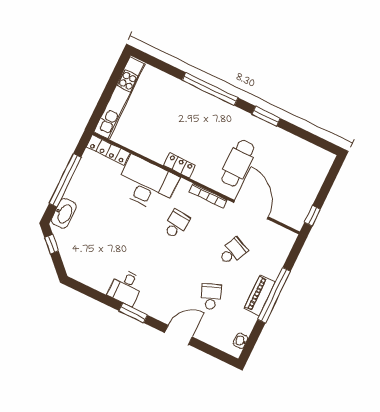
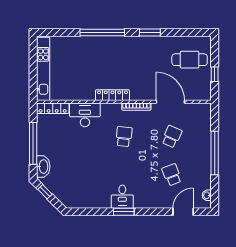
cafe table: (238, 163) -> (190, 60), moved, turned 90
locker: (180, 165) -> (112, 95), width x1.53
desk: (147, 184) -> (85, 115), width x0.73, depth x0.77
window: (312, 216) -> (215, 74), moved
desk: (126, 287) -> (122, 197), moved
piano: (260, 295) -> (205, 158), removed
door: (178, 335) -> (183, 212), moved

